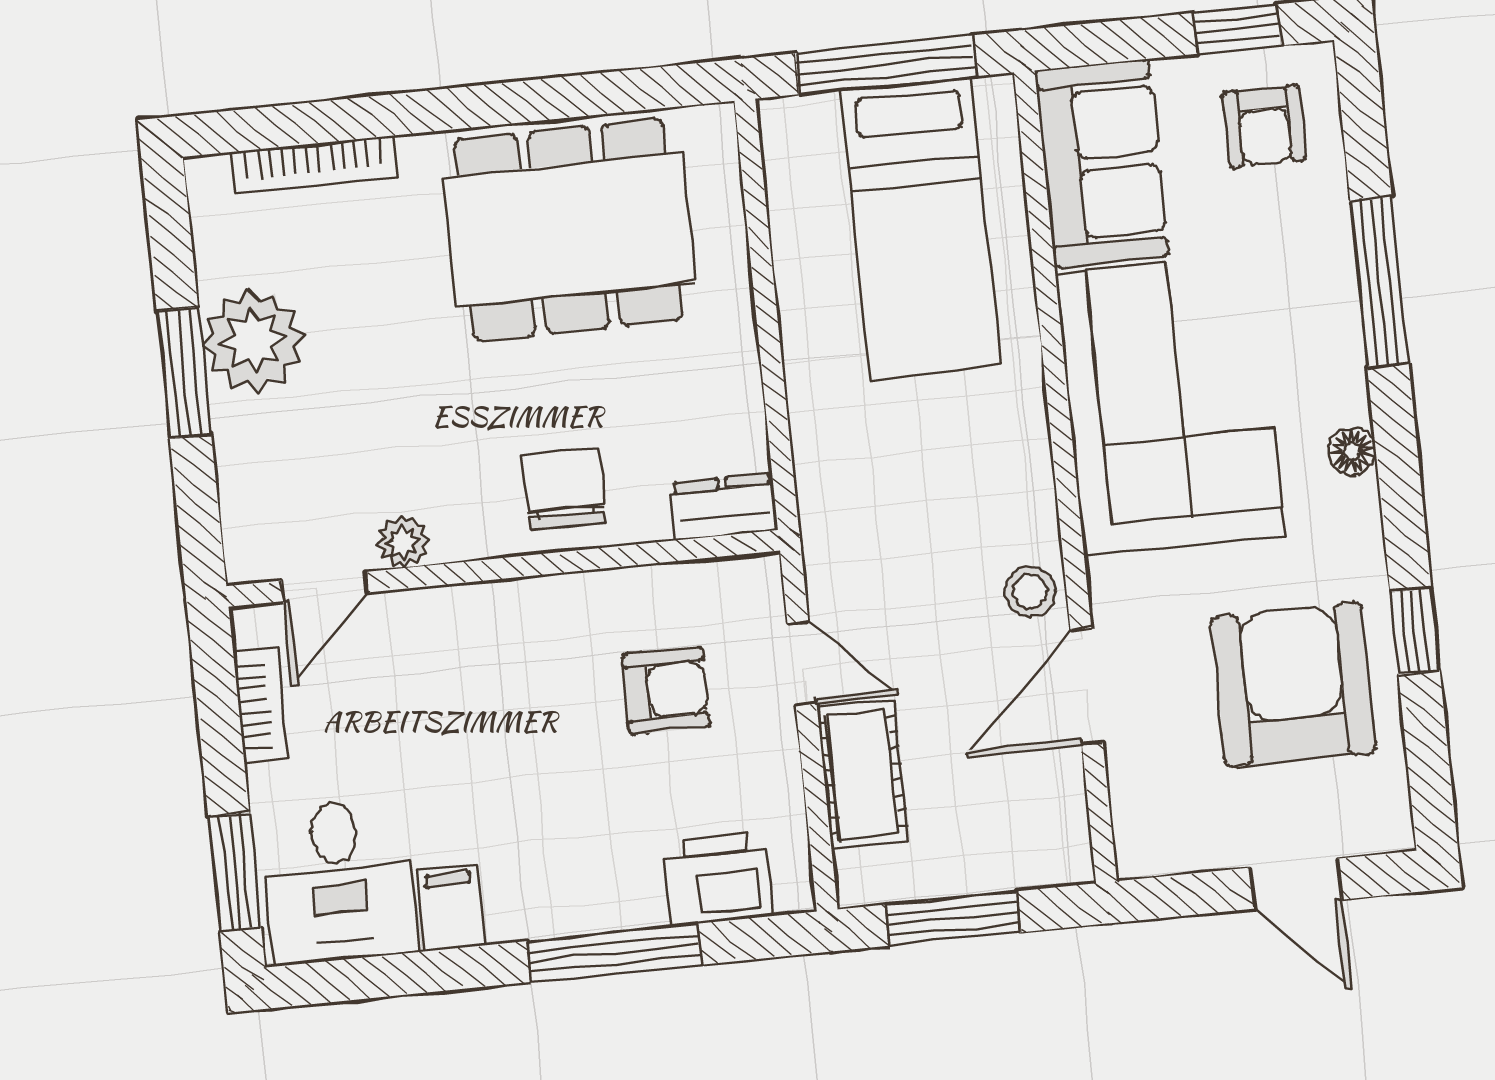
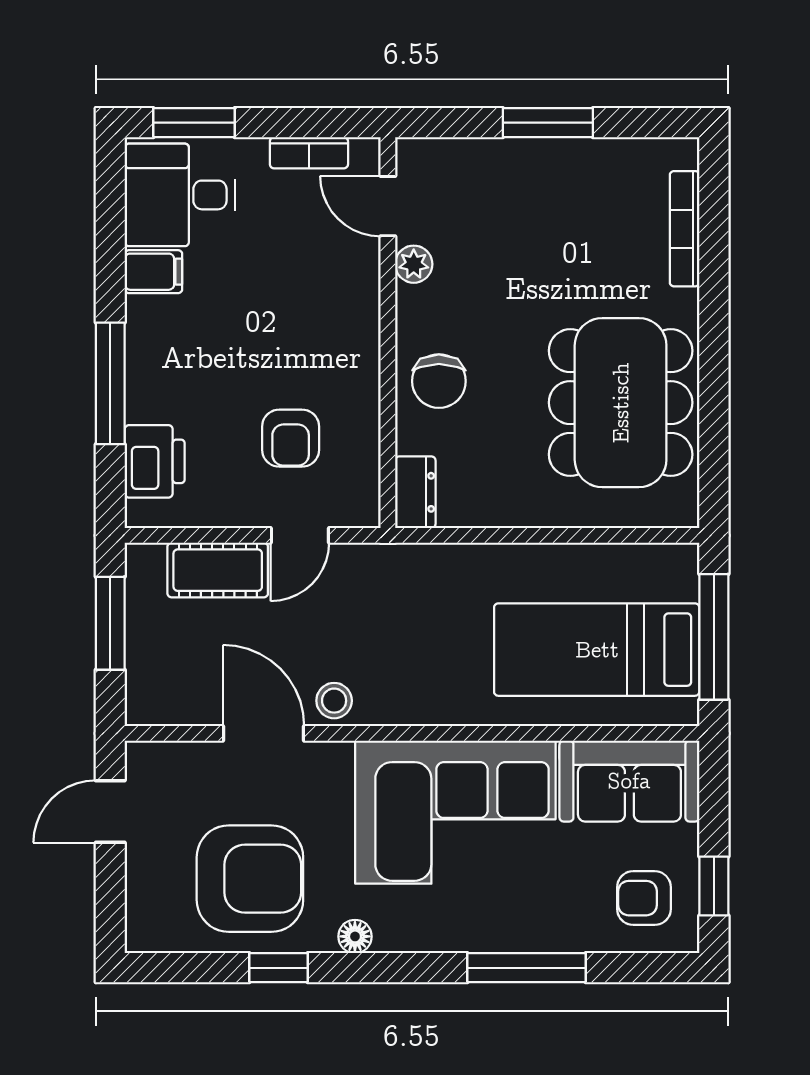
plant: (253, 341) -> (565, 174), removed
floor lamp: (1352, 451) -> (355, 936), moved
chair: (564, 489) -> (439, 381), turned 90
door: (1296, 884) -> (110, 811), moved

